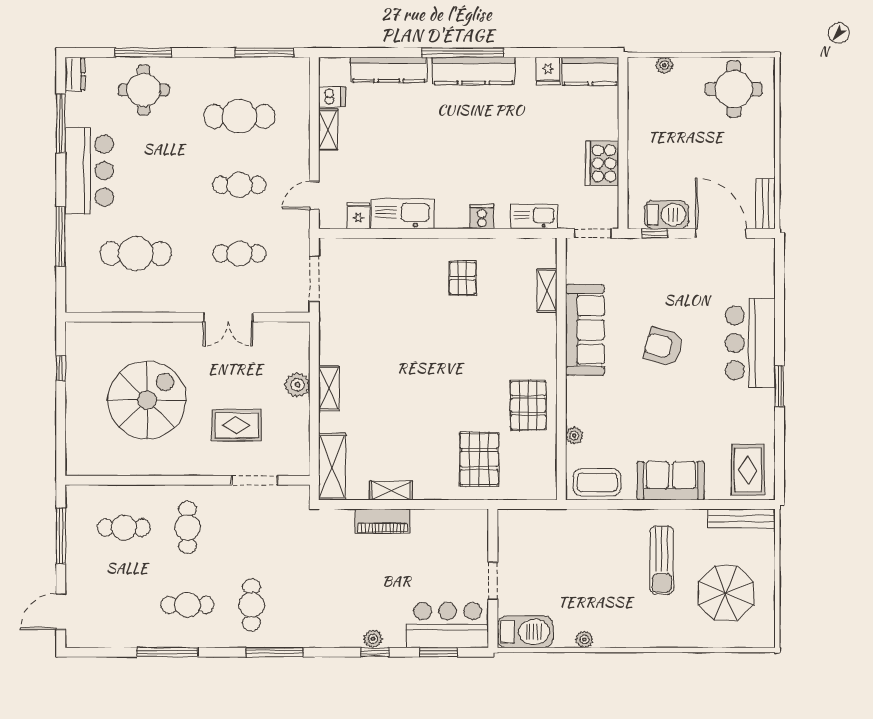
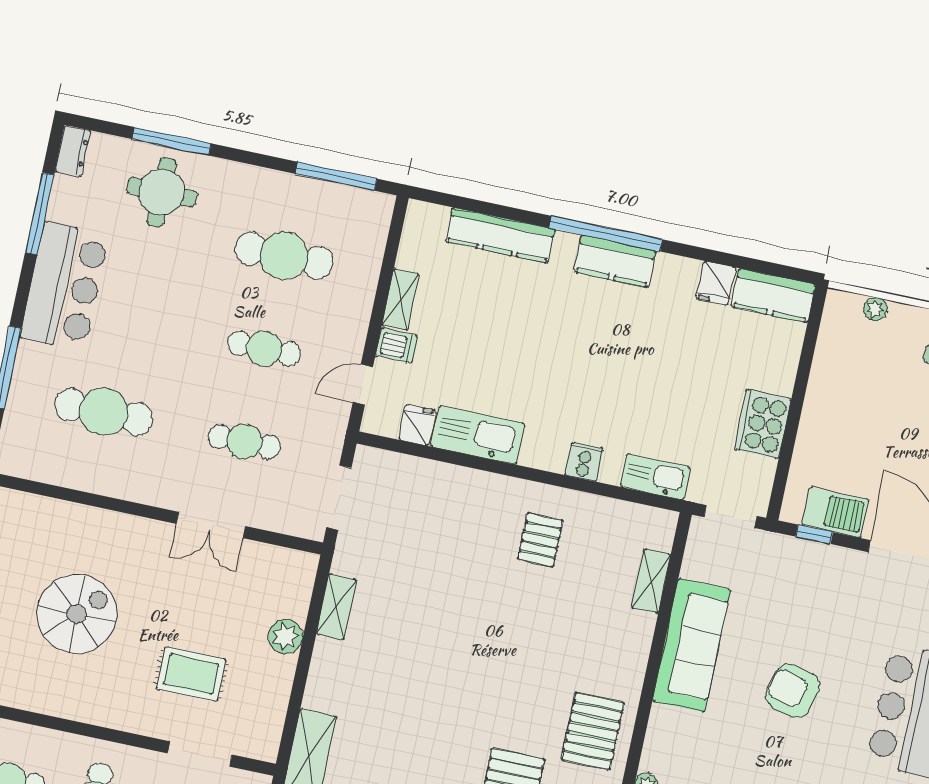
kitchen counter: (473, 71) -> (615, 261), width x0.67
dishwasher: (332, 97) -> (396, 345), moved
shelving: (329, 388) -> (336, 607), moved
spiral stairs: (147, 400) -> (77, 614), width x0.73, depth x0.73

